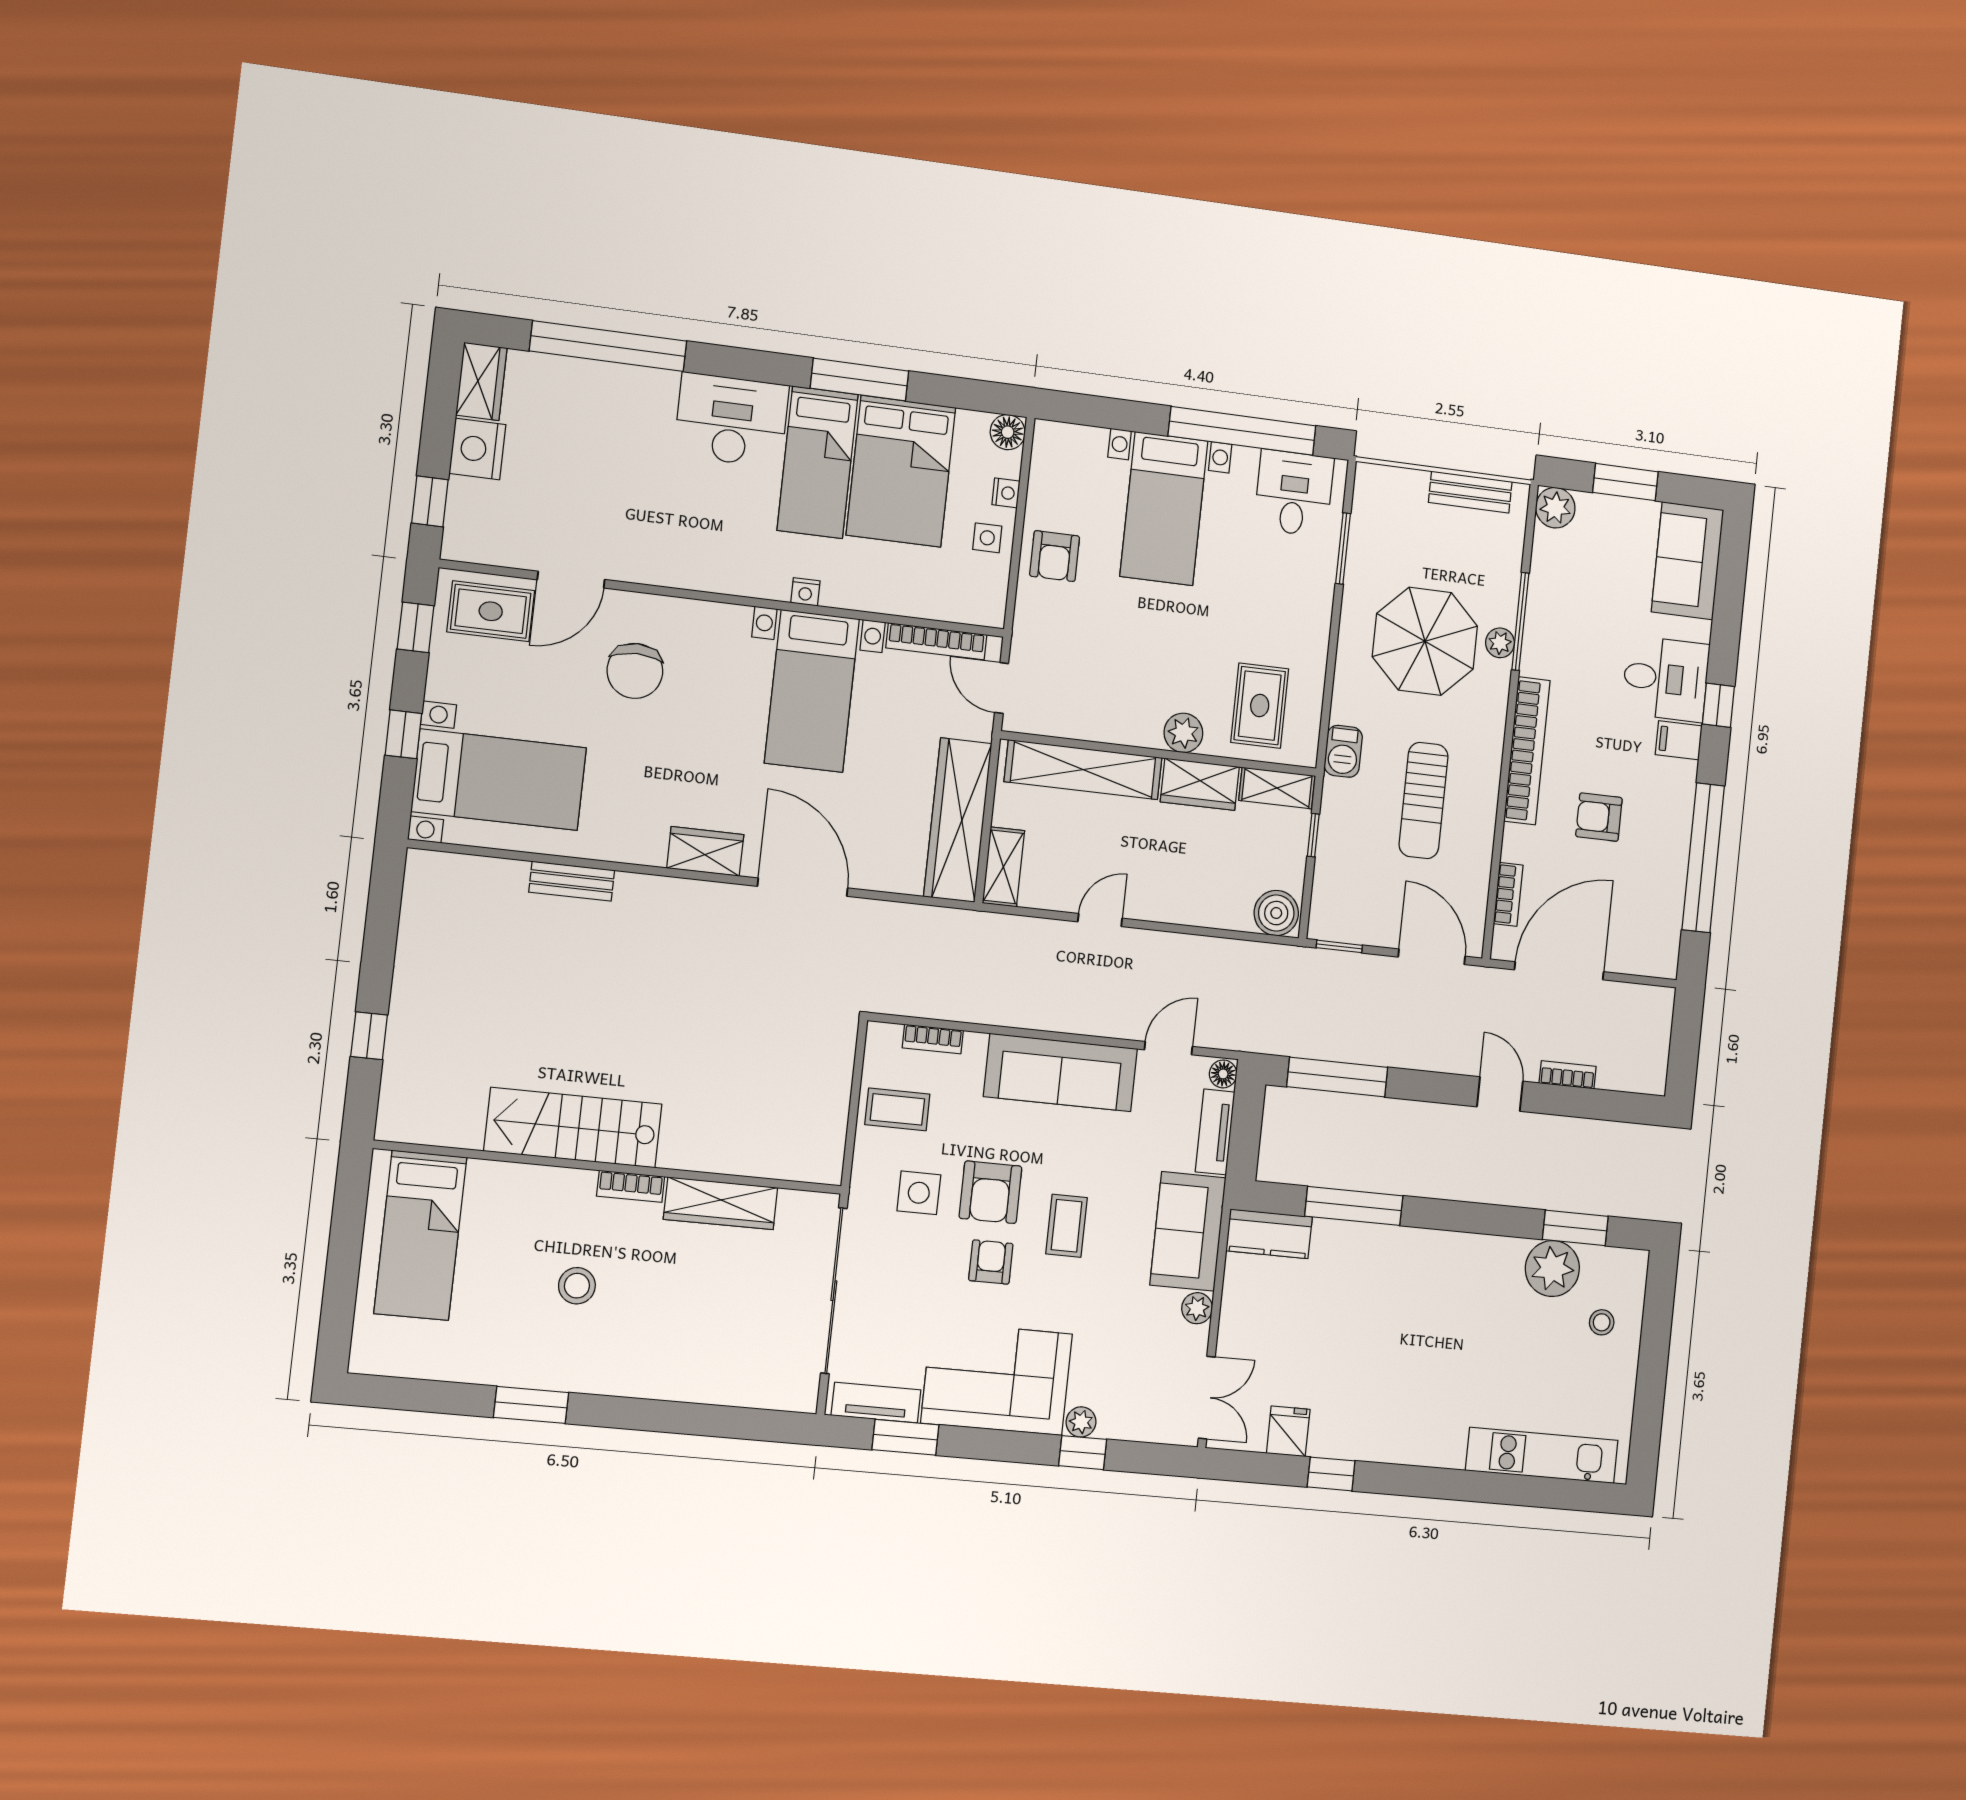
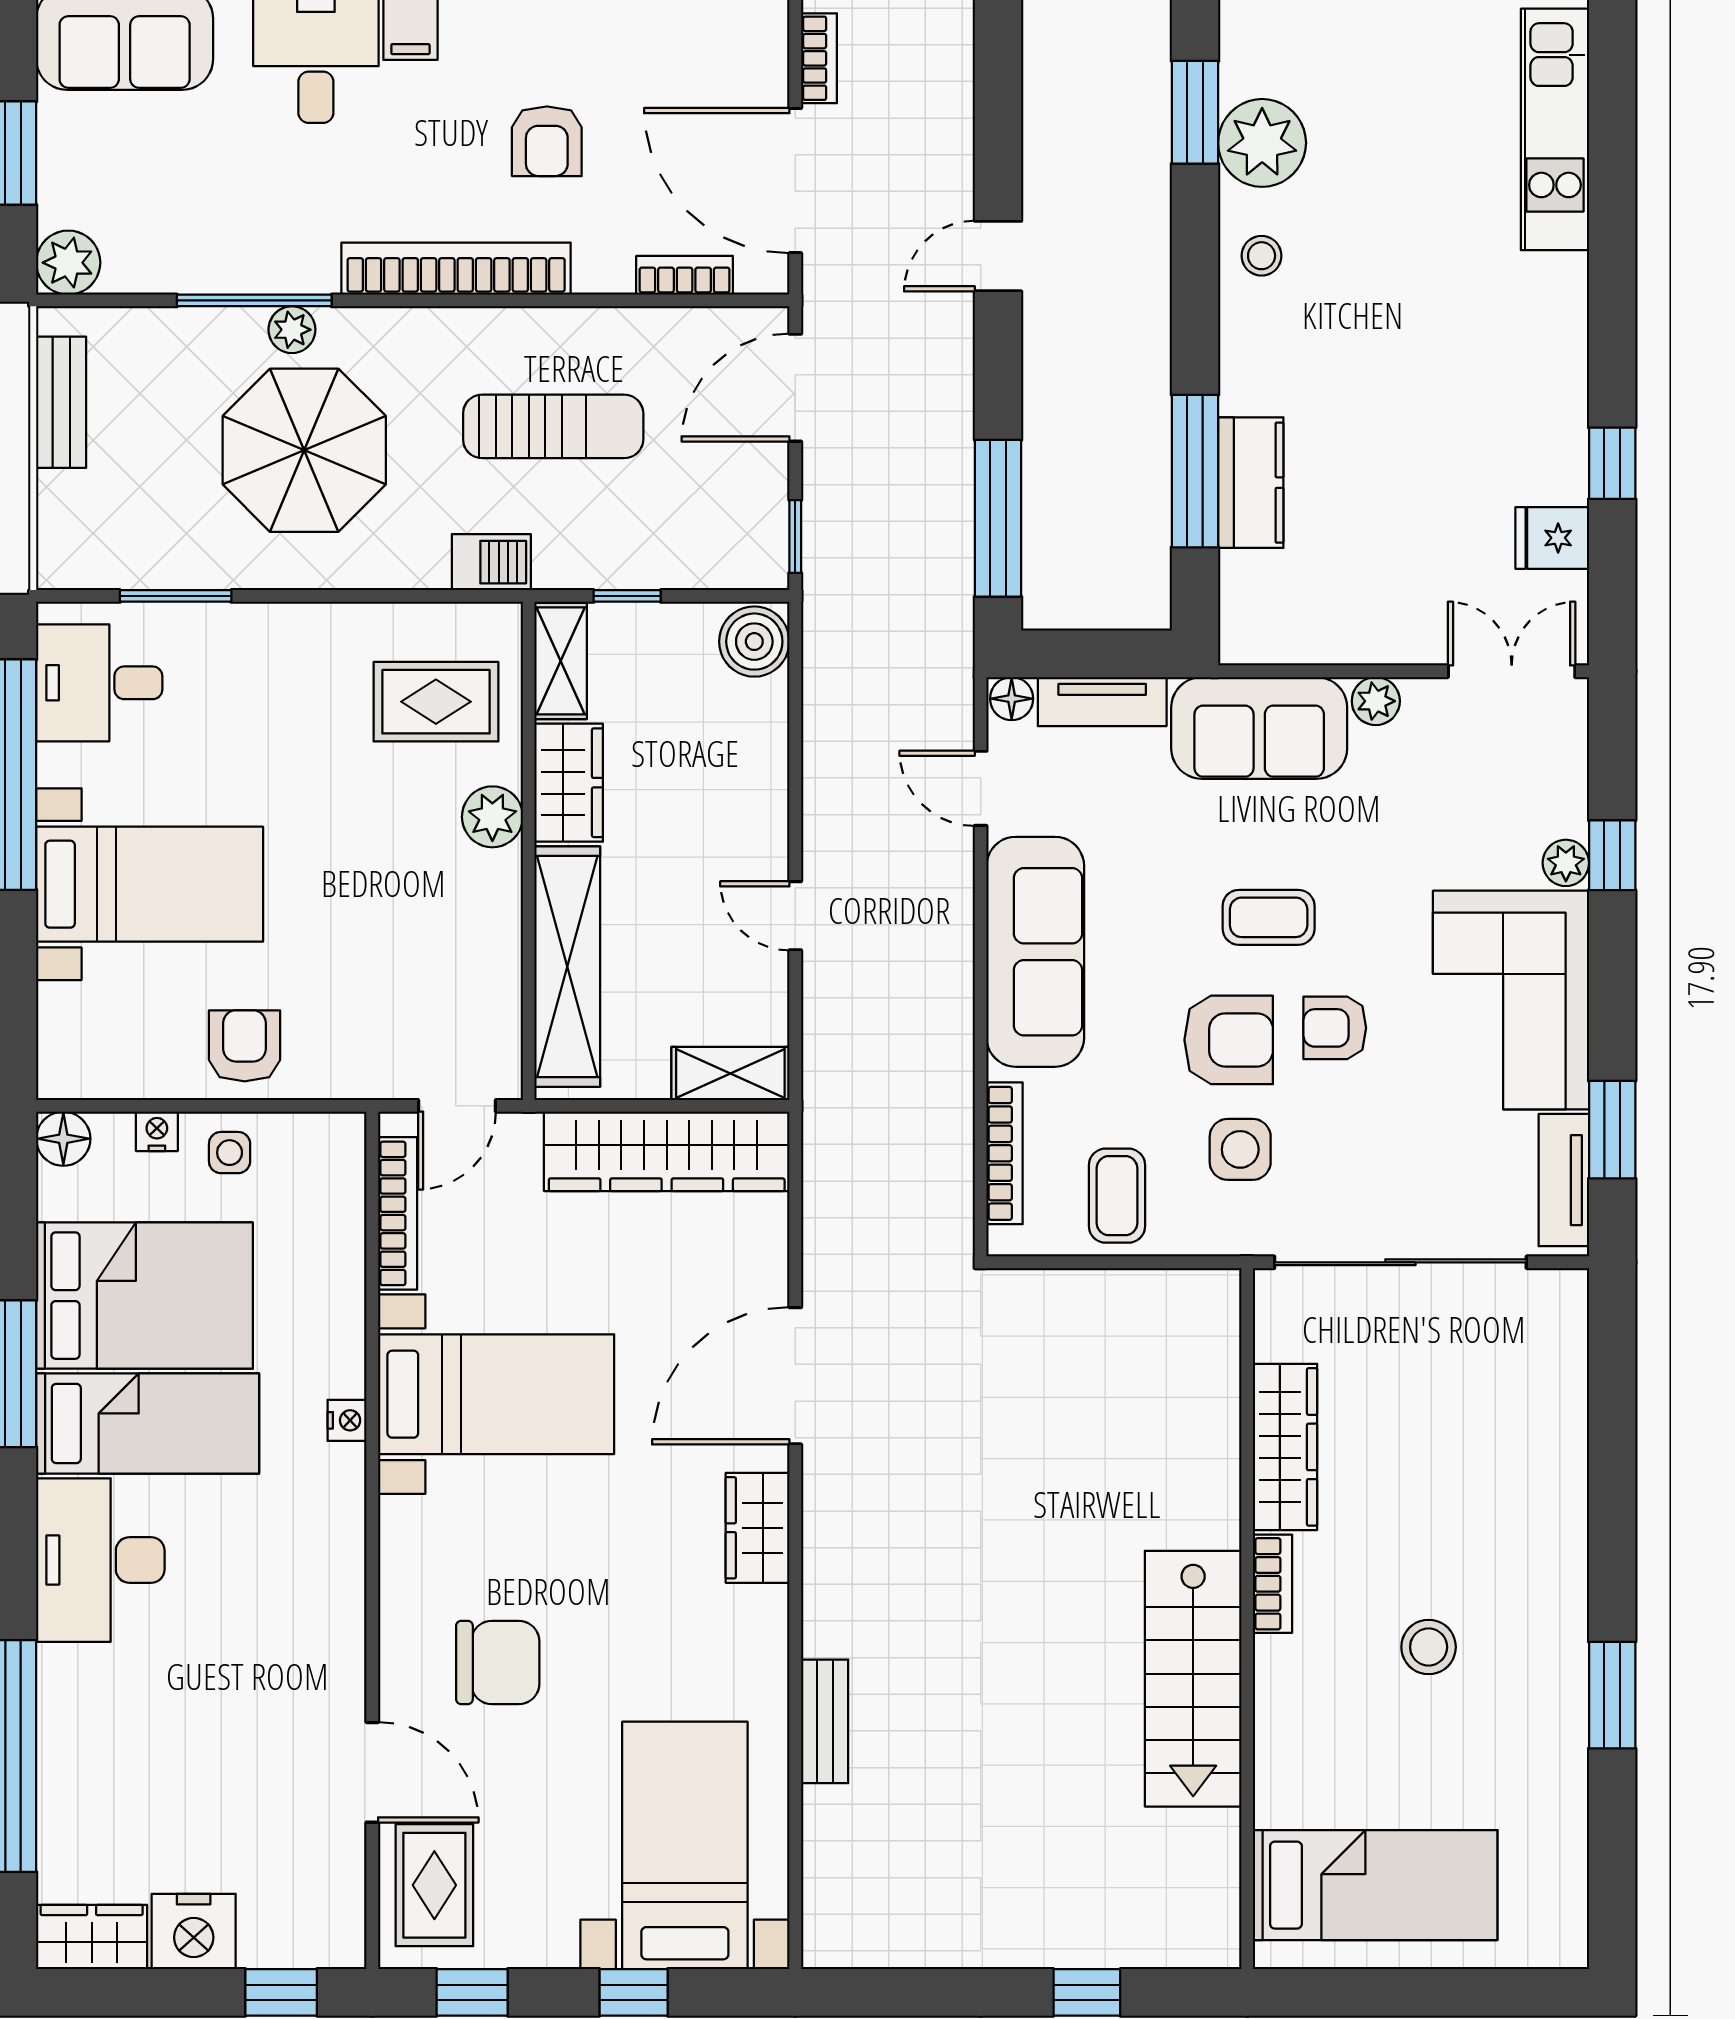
armchair: (1055, 556) -> (245, 1046), turned -90
bookcase: (933, 1039) -> (1005, 1153), width x1.56
bookcase: (1568, 1075) -> (819, 58), moved, turned 180
kitchen counter: (1269, 1234) -> (1251, 483), moved
stool: (1602, 1322) -> (1262, 256), moved

